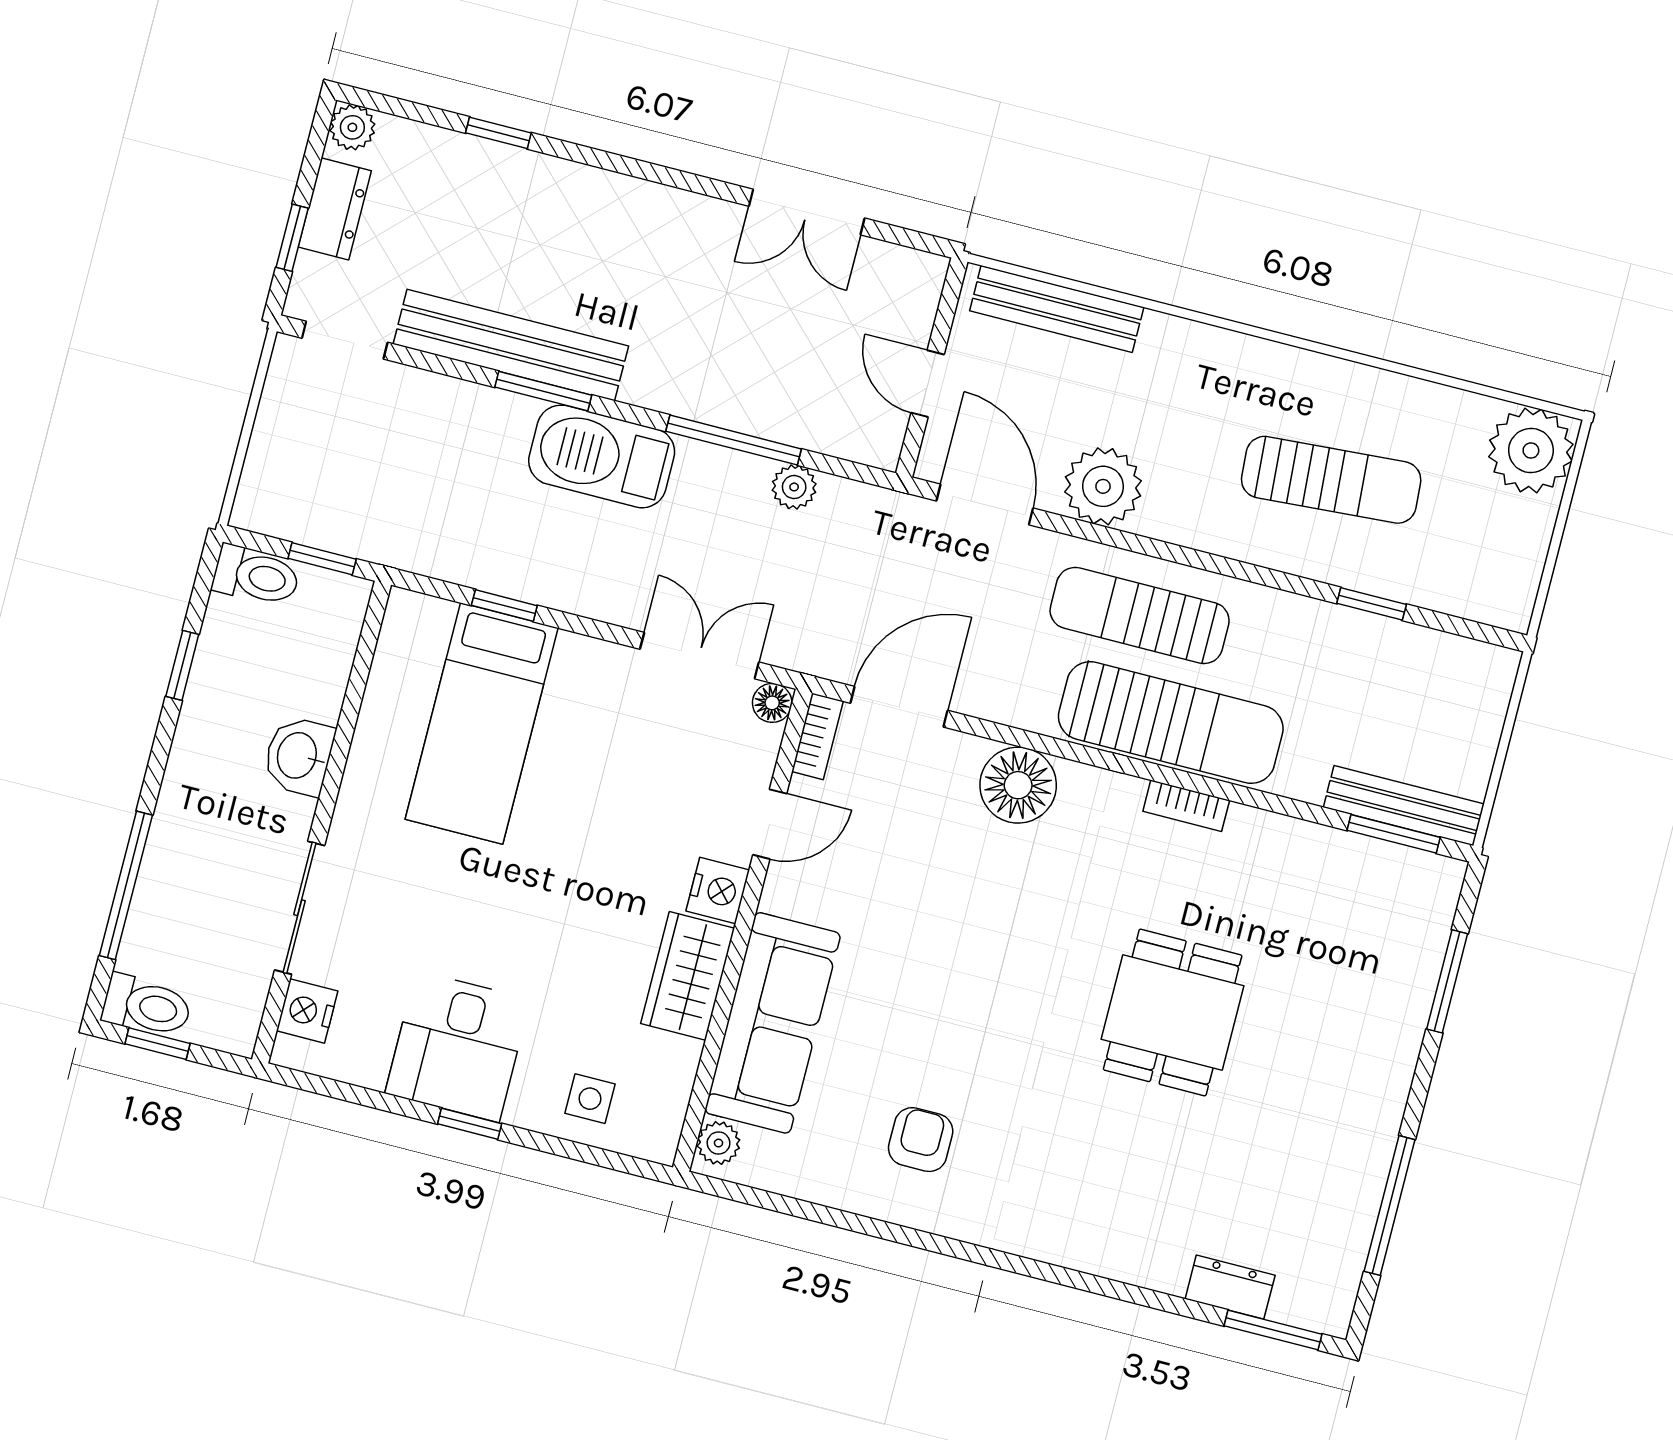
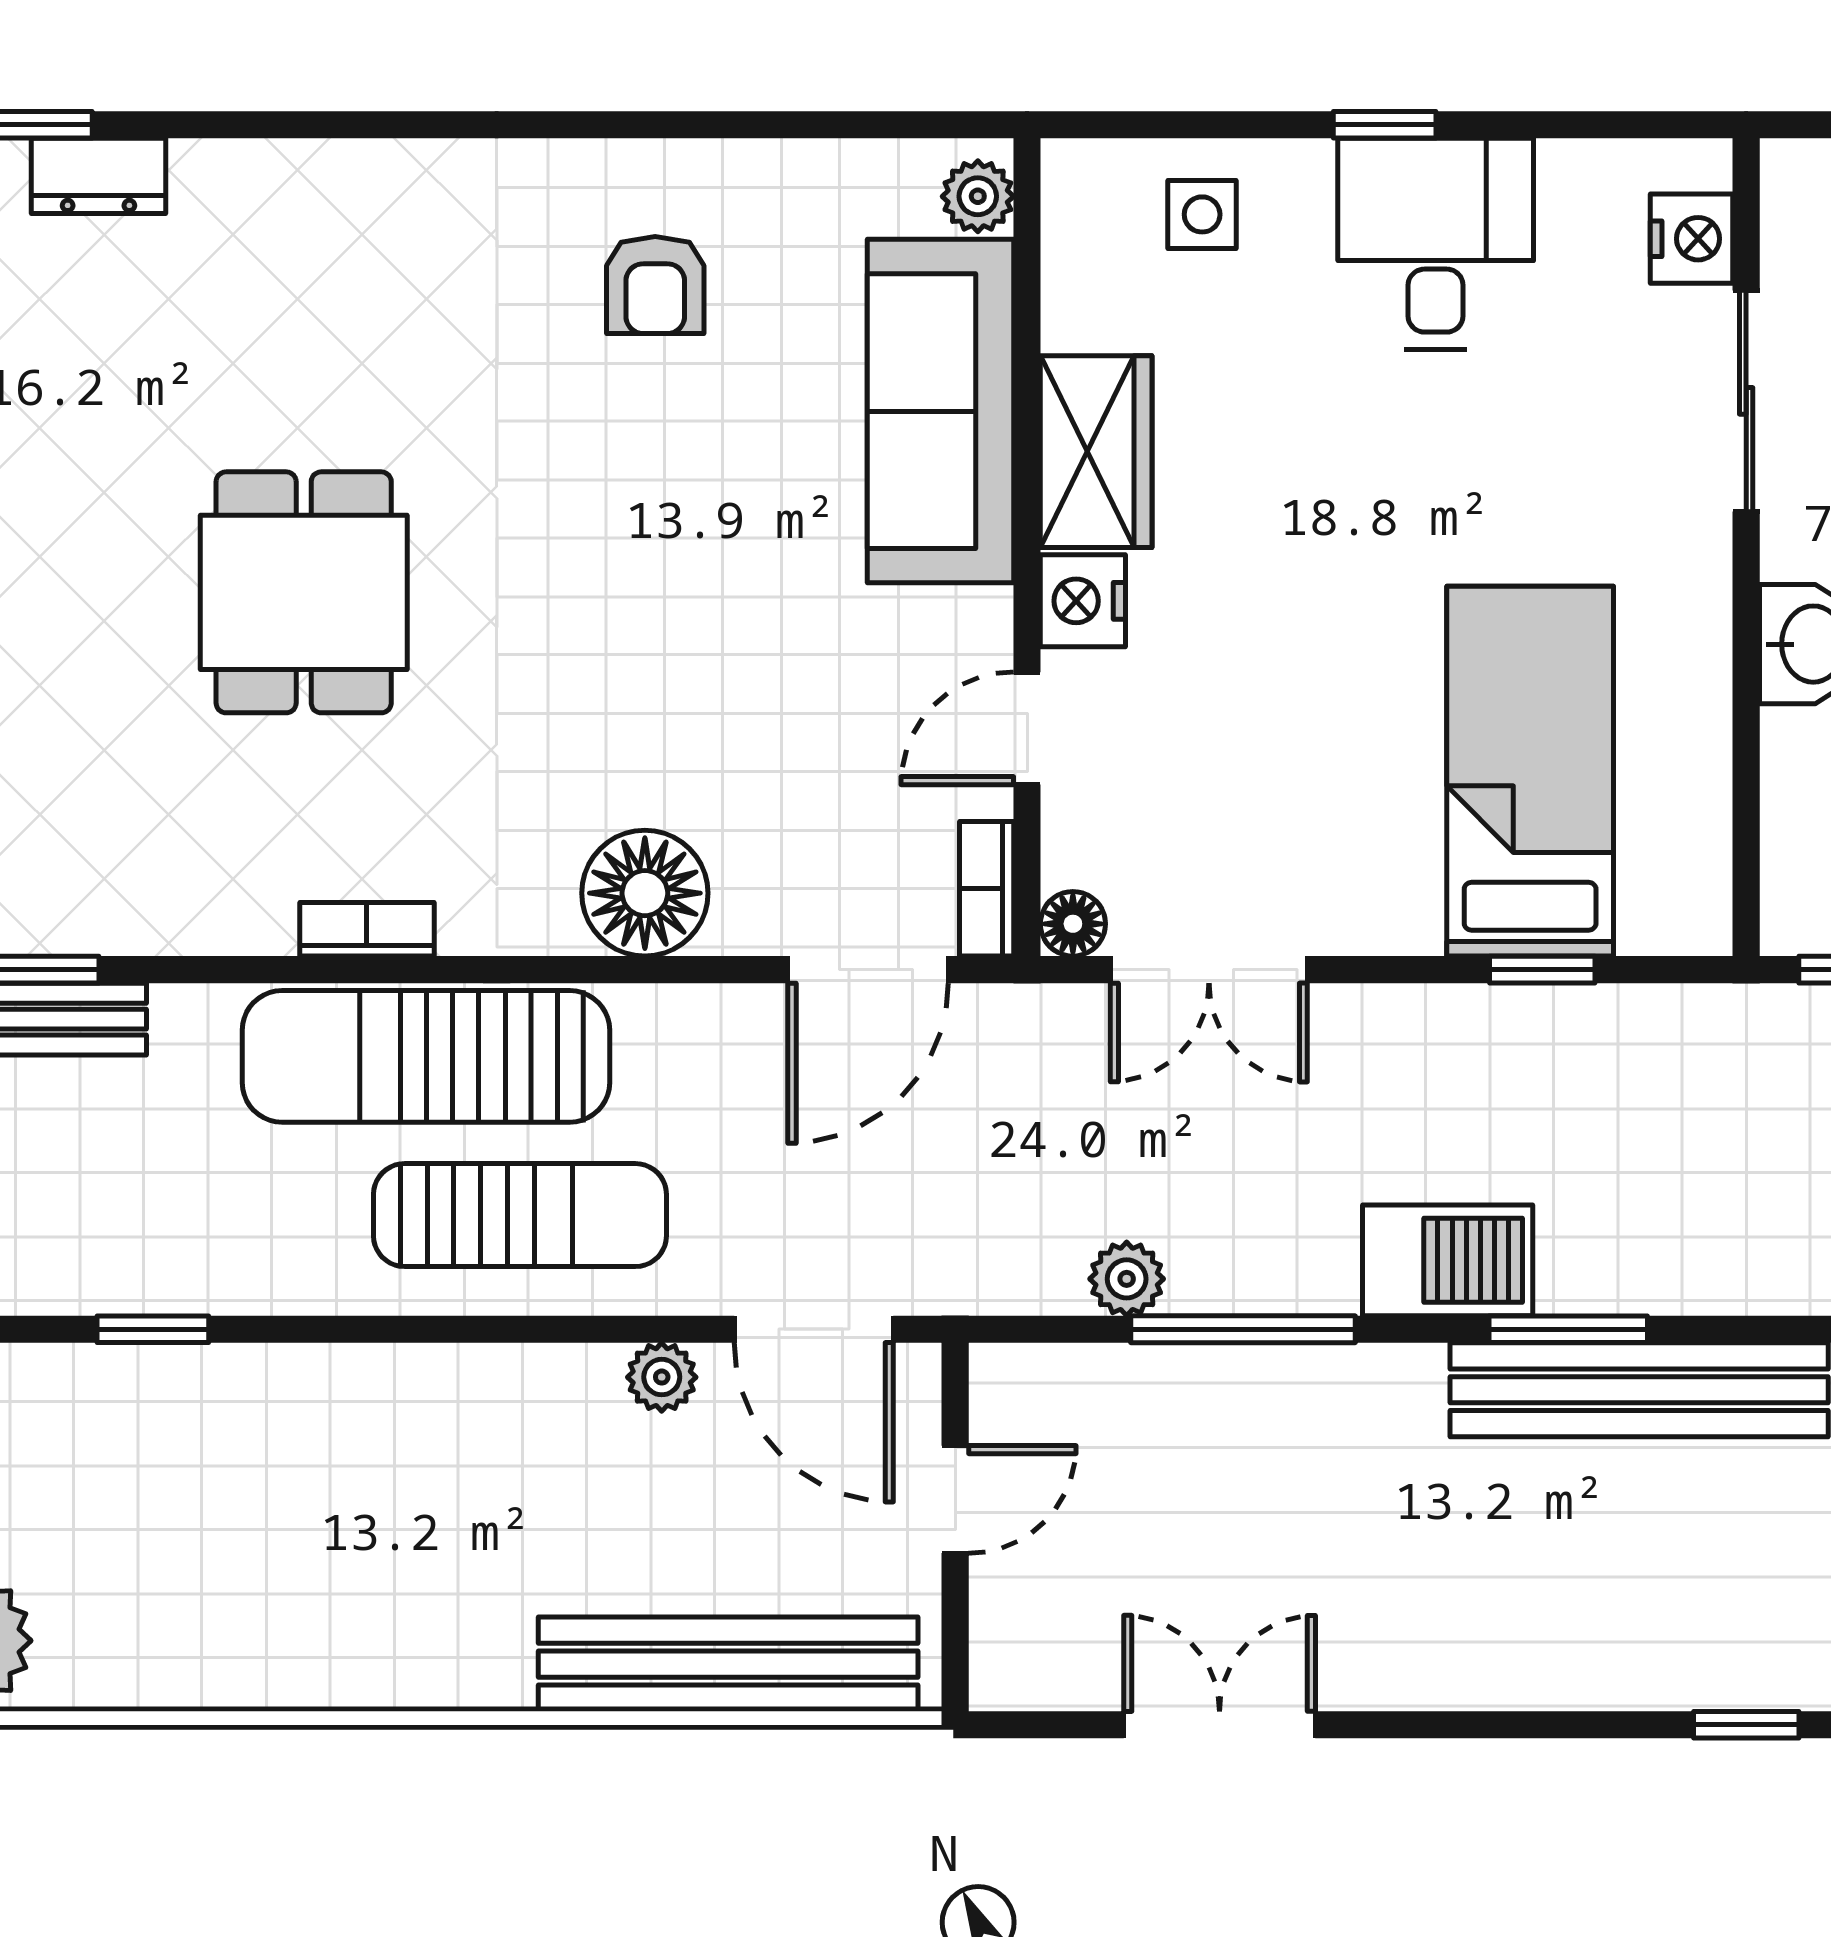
bench: (1057, 309) -> (728, 1664), width x1.37, depth x1.21
door: (928, 384) -> (955, 1499), hinge flipped
barbecue: (602, 456) -> (1448, 1260), width x0.73, depth x0.83
sun lounger: (1331, 480) -> (269, 1512), removed
plant: (1103, 486) -> (662, 1377), width x0.53, depth x0.53

